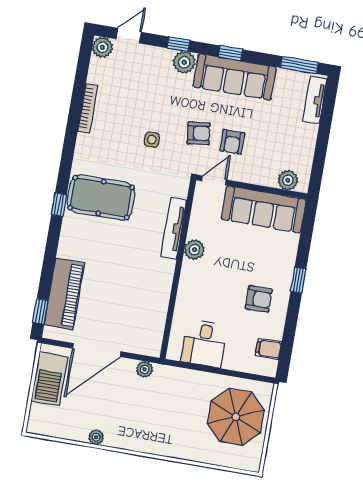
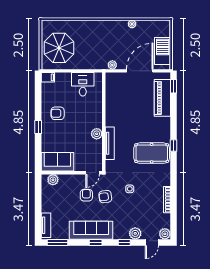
plant: (184, 62) -> (135, 233), moved
sofa: (264, 209) -> (57, 162), width x0.73
filing cabinet: (268, 349) -> (48, 77), moved

